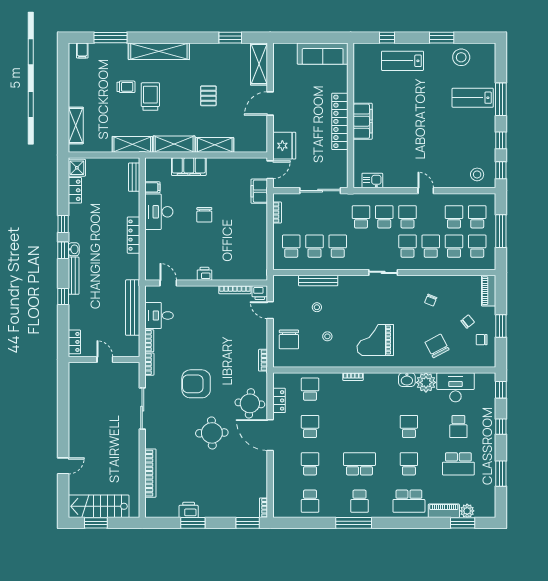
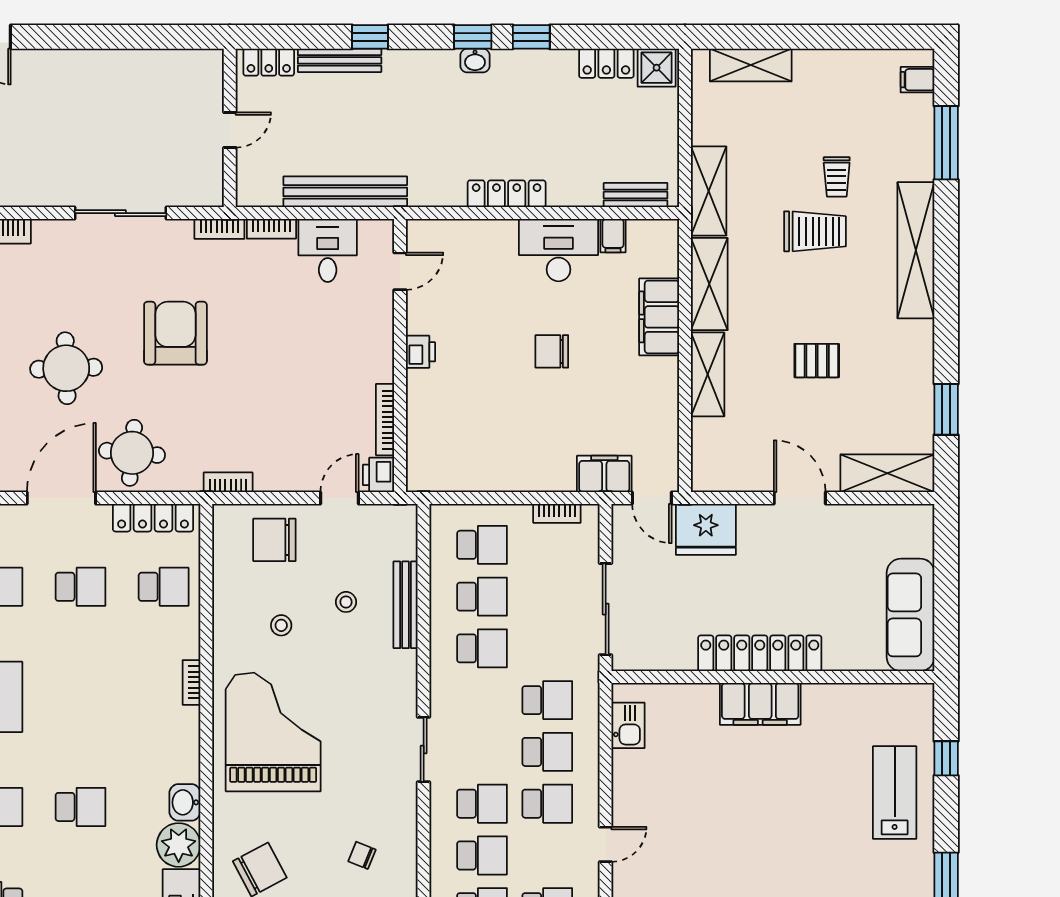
bench: (74, 276) -> (340, 60), moved
grand piano: (375, 340) -> (273, 732), width x1.37, depth x1.48
locker: (279, 400) -> (153, 518), width x1.53

